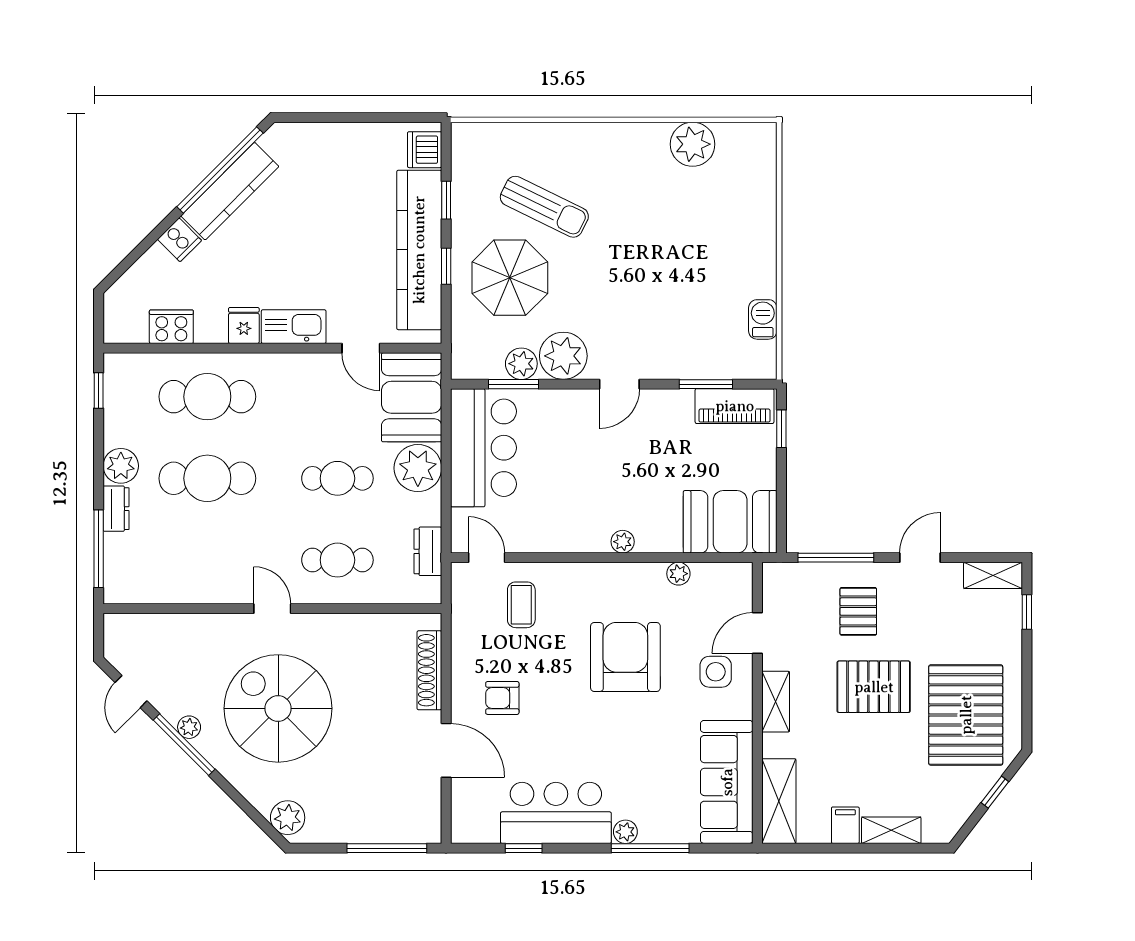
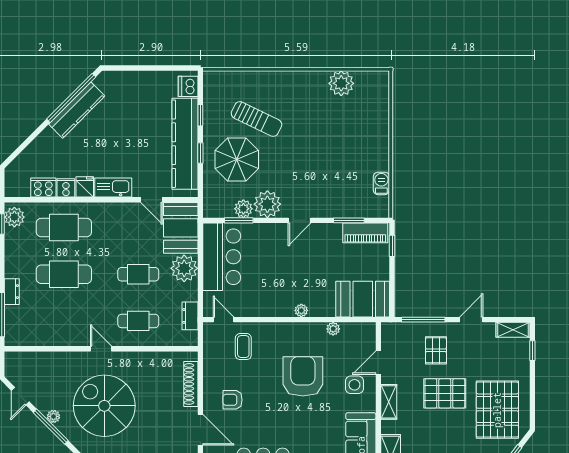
cooker: (179, 240) -> (66, 188), moved, turned -135
plant: (121, 466) -> (14, 217), moved

